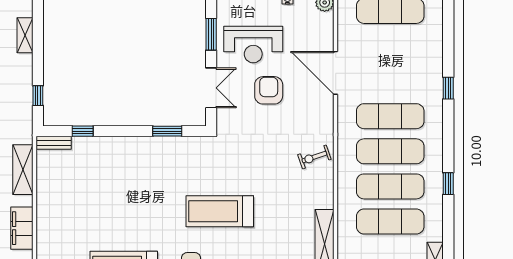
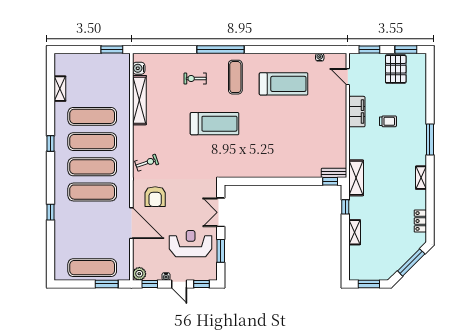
shelving: (25, 35) -> (355, 232), moved
armchair: (269, 90) -> (155, 197), moved
window: (83, 131) -> (330, 181), moved
window: (167, 131) -> (252, 181), removed
shelving: (23, 170) -> (356, 178), moved

